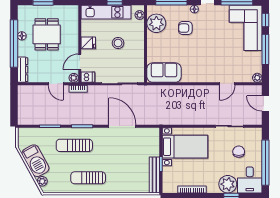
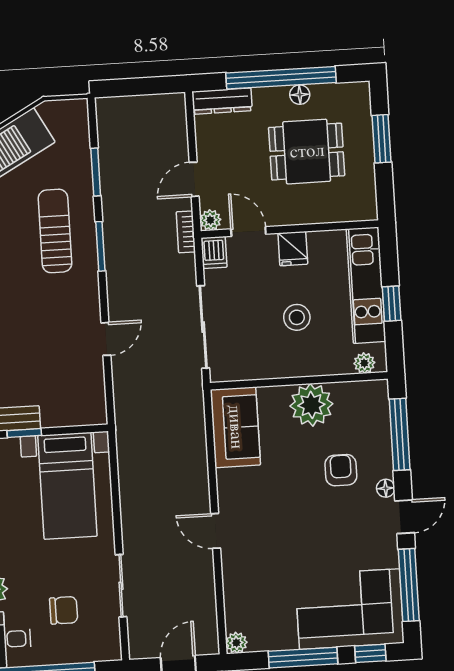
plant: (156, 23) -> (311, 405), moved
door: (227, 84) -> (216, 531), moved
door: (122, 126) -> (106, 339), width x0.53

